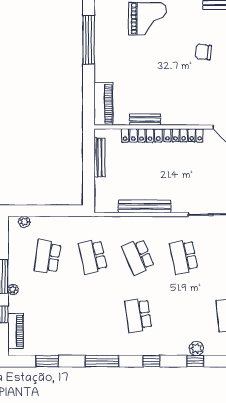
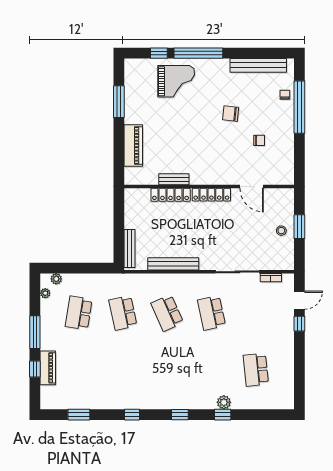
window: (89, 40) -> (119, 102), width x0.68
piano: (103, 104) -> (133, 146), moved
bench: (99, 157) -> (130, 248), moved
plant: (13, 290) -> (45, 293), moved
school desk: (138, 315) -> (167, 370), removed
piano: (16, 331) -> (48, 368), moved
window: (102, 361) -> (132, 415), width x0.46

